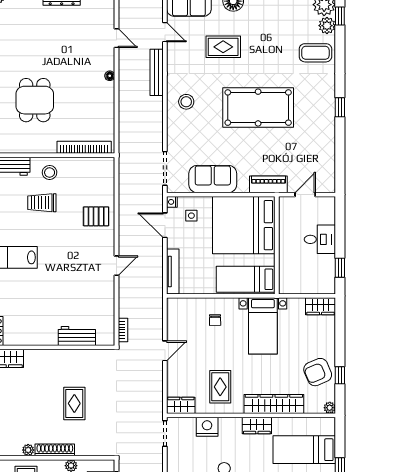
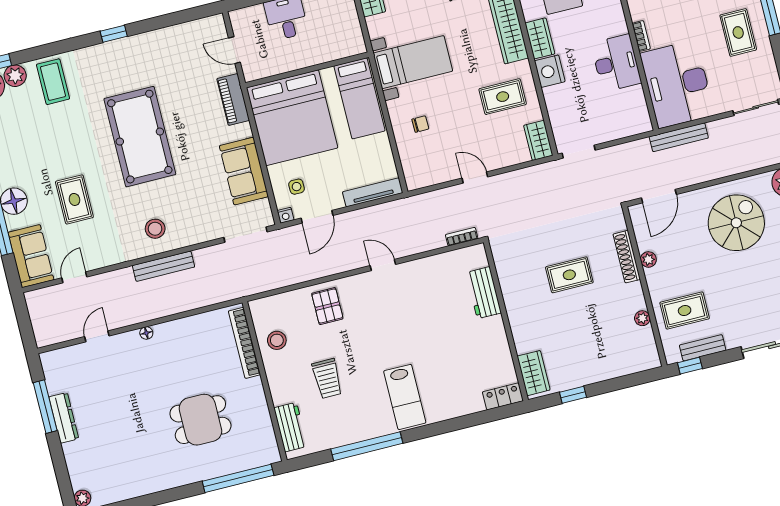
bench: (157, 72) -> (164, 266), moved
stool: (50, 172) -> (277, 340), moved
nightstand: (207, 427) -> (550, 71), moved
shoe rack: (55, 450) -> (627, 257), moved

